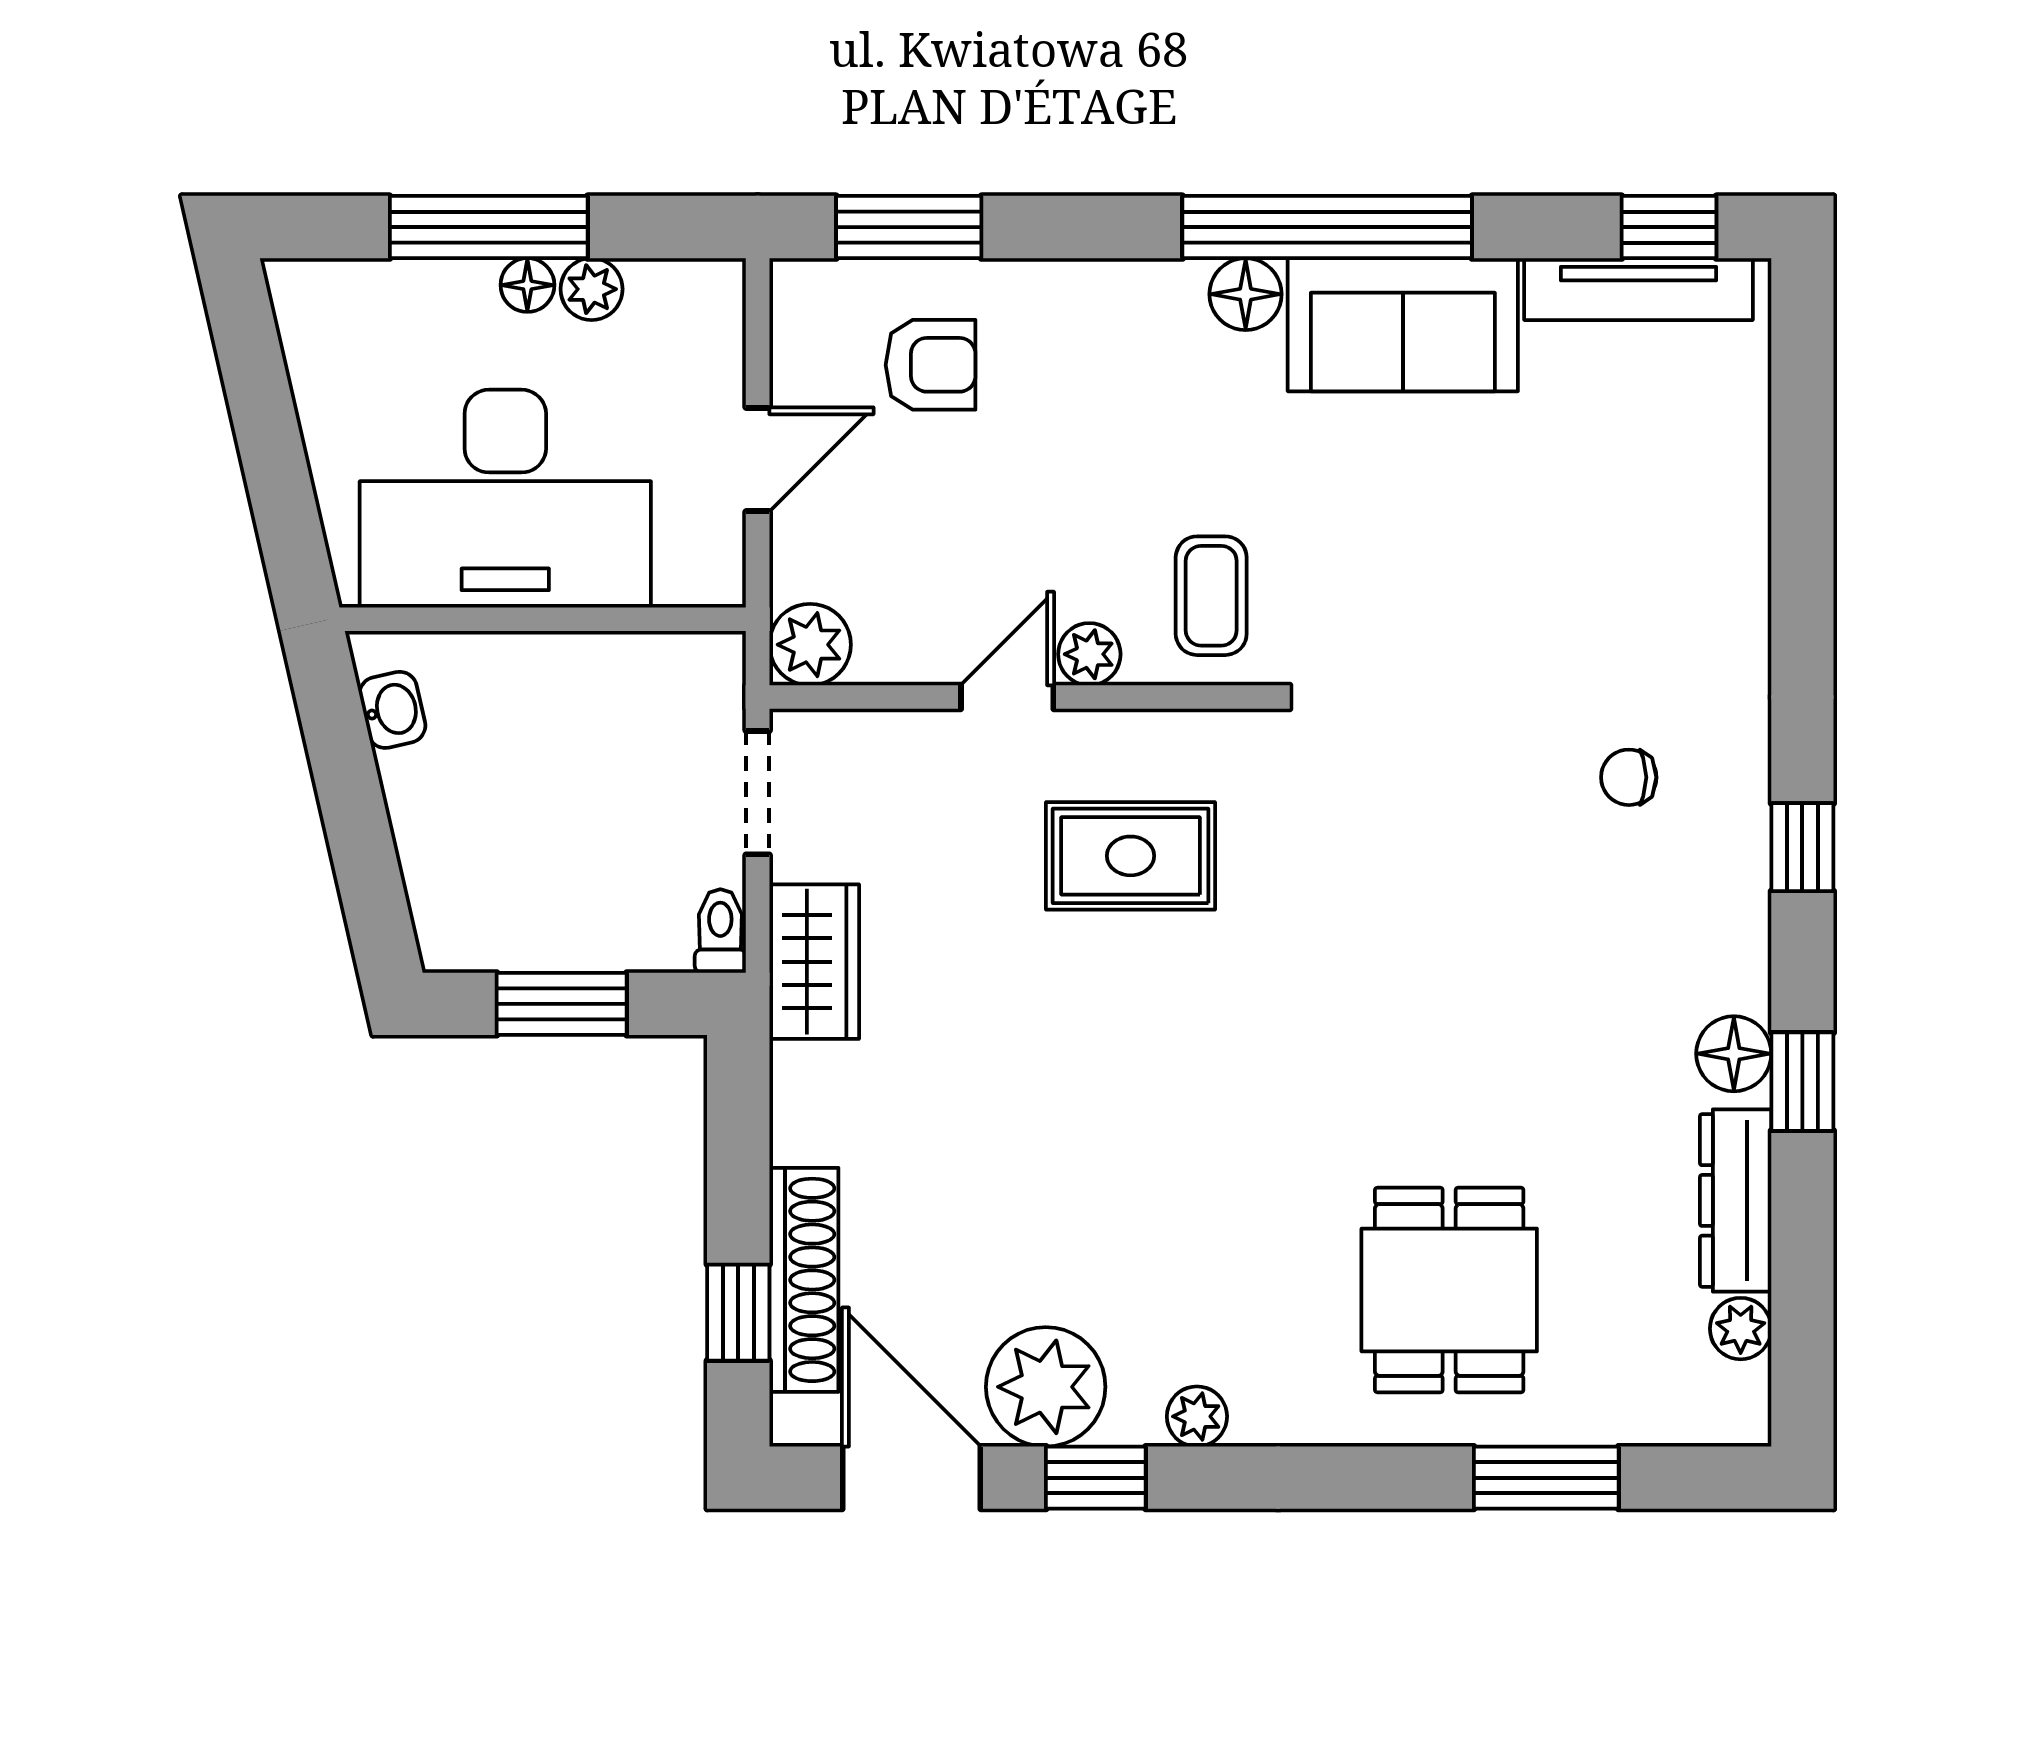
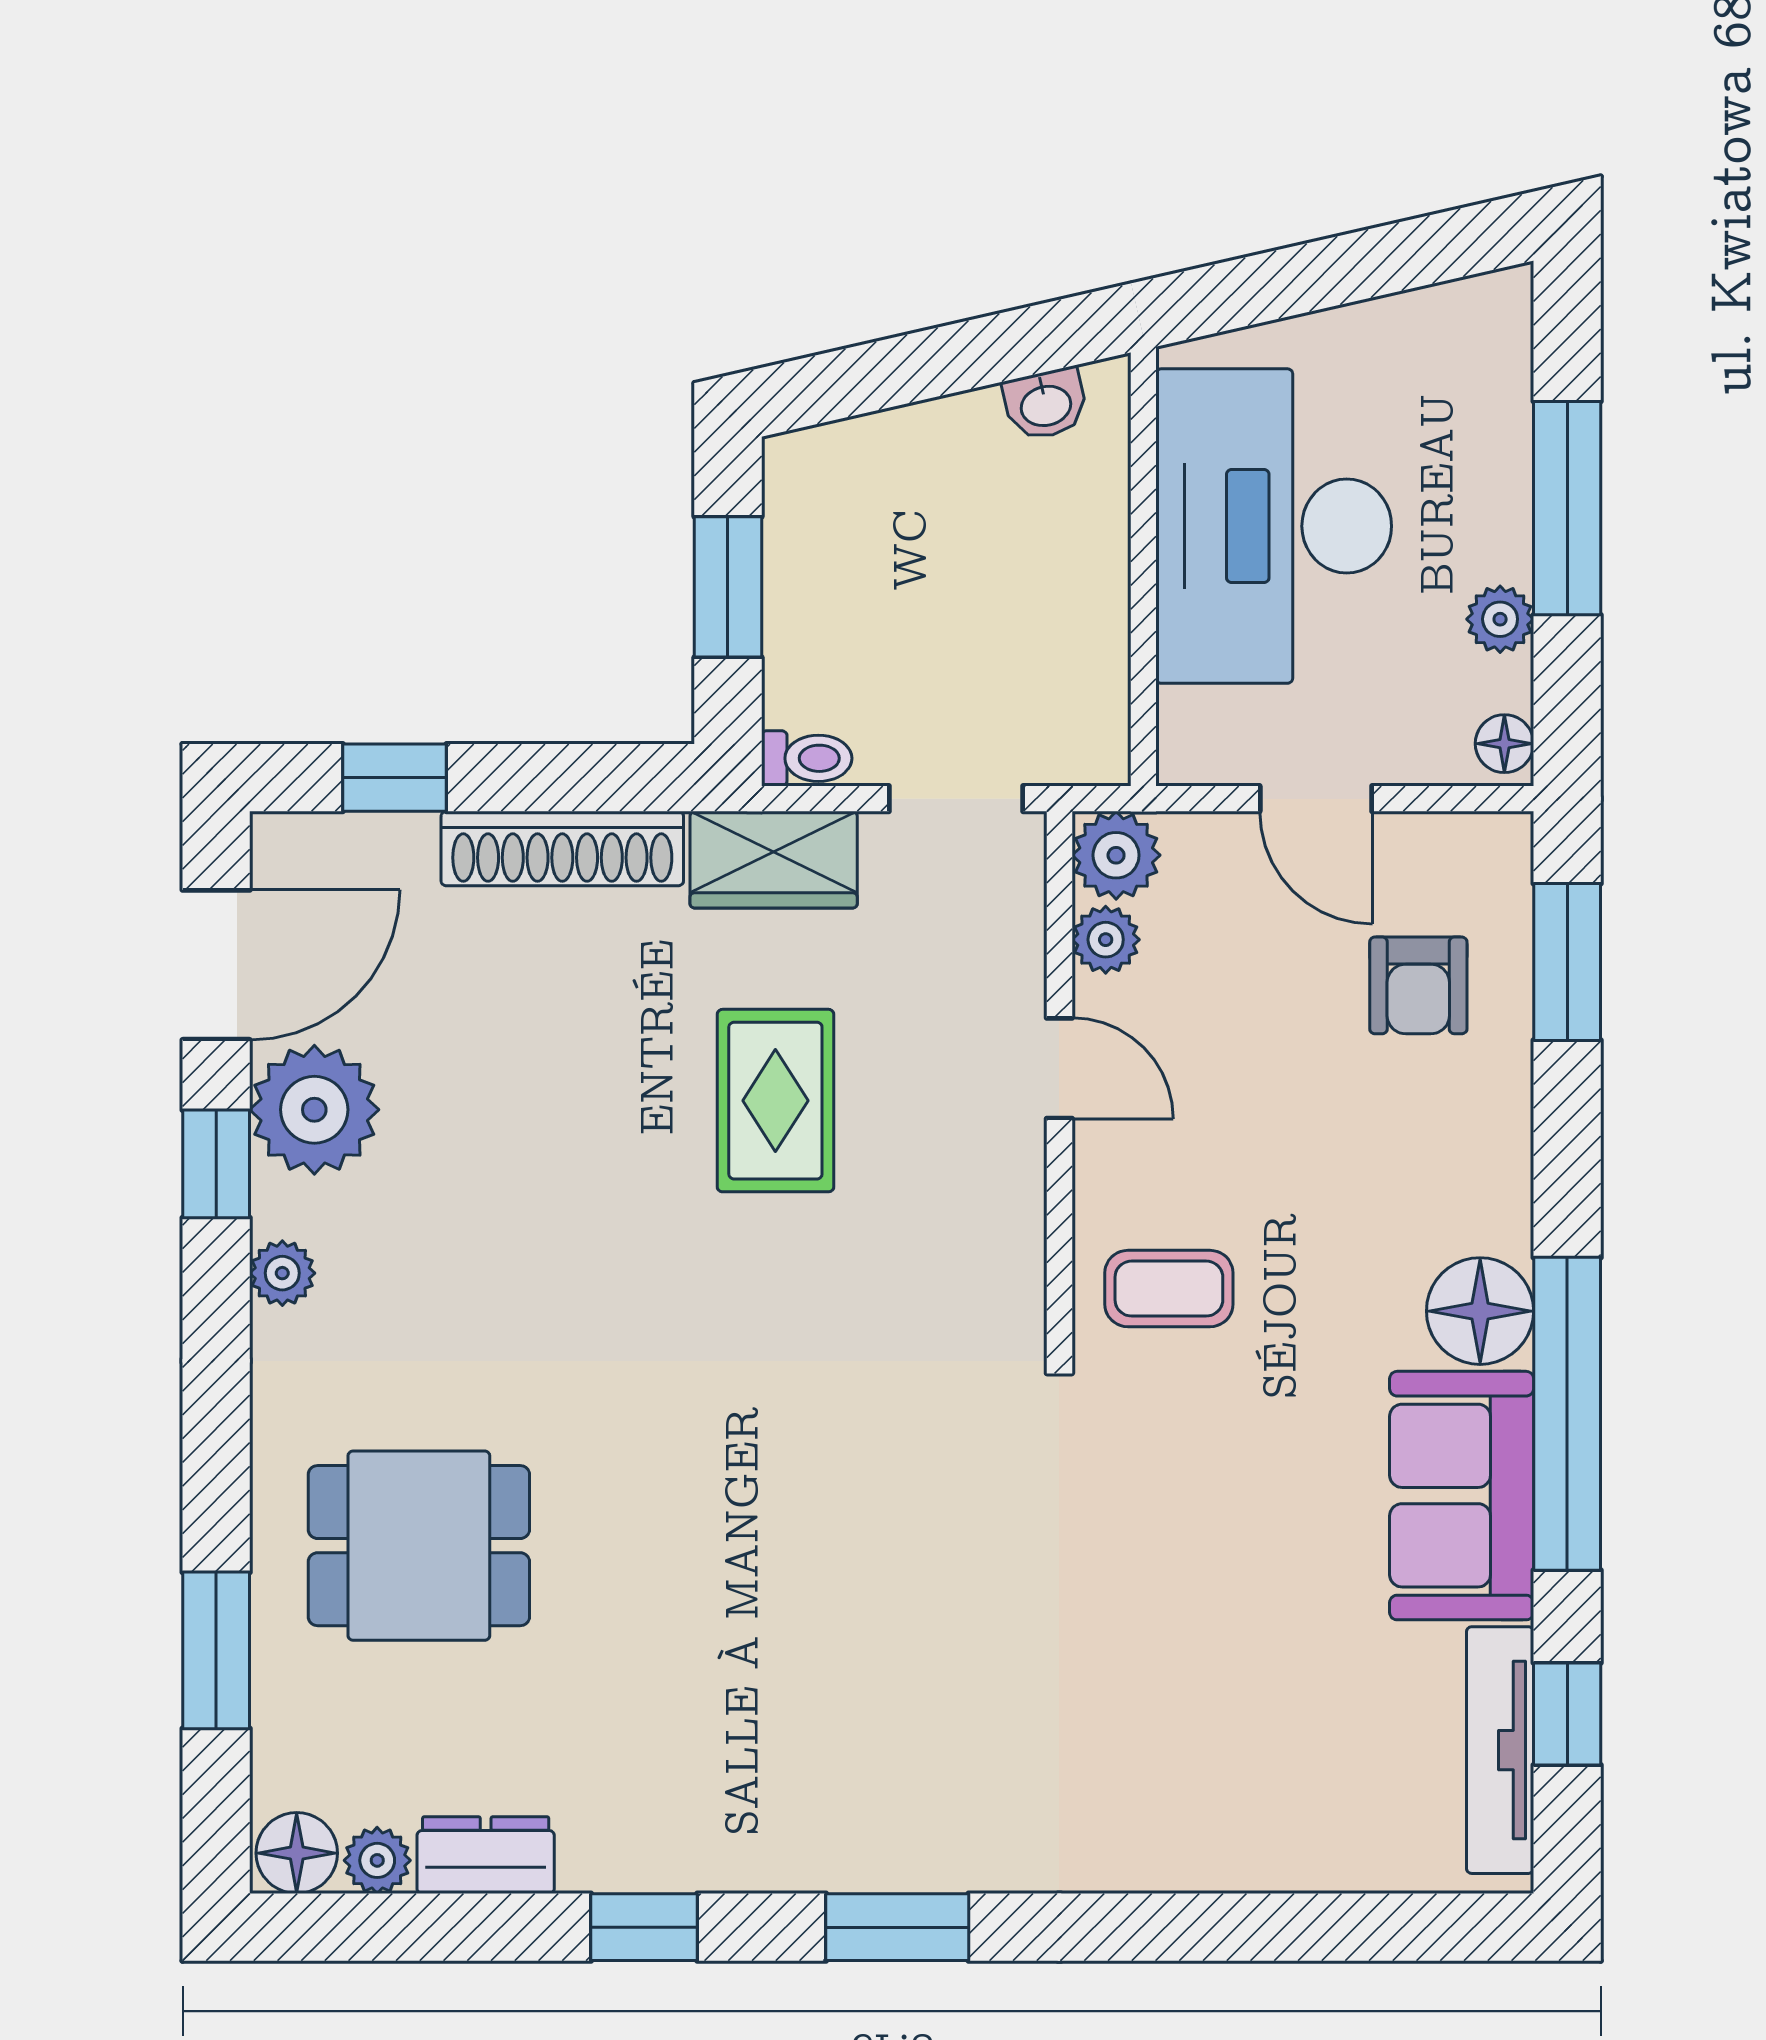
window: (1669, 227) -> (1567, 1714), moved
floor lamp: (527, 285) -> (1504, 744), moved
floor lamp: (1246, 294) -> (1480, 1311), width x1.38, depth x1.38
plant: (1089, 654) -> (1106, 940), moved
chair: (1629, 777) -> (973, 1740), removed
window: (1802, 847) -> (897, 1927), width x1.50
rug: (1131, 856) -> (775, 1101), moved
floor lamp: (1734, 1054) -> (297, 1853), moved
dresser: (1736, 1200) -> (486, 1855), width x0.70
shoe rack: (804, 1280) -> (562, 849), moved

